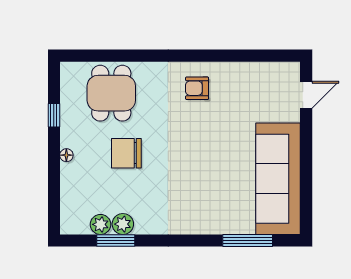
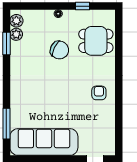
chair: (126, 153) -> (59, 50), turned 116
plant: (123, 224) -> (16, 21), moved

